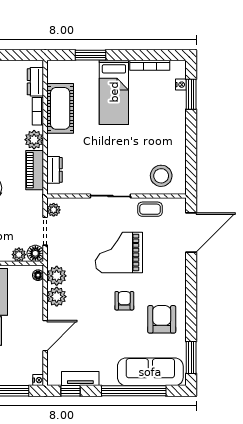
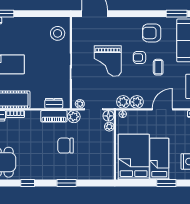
plant: (34, 140) -> (74, 117), moved
coffee table: (150, 209) -> (158, 67), moved
door: (45, 336) -> (162, 109), hinge flipped

